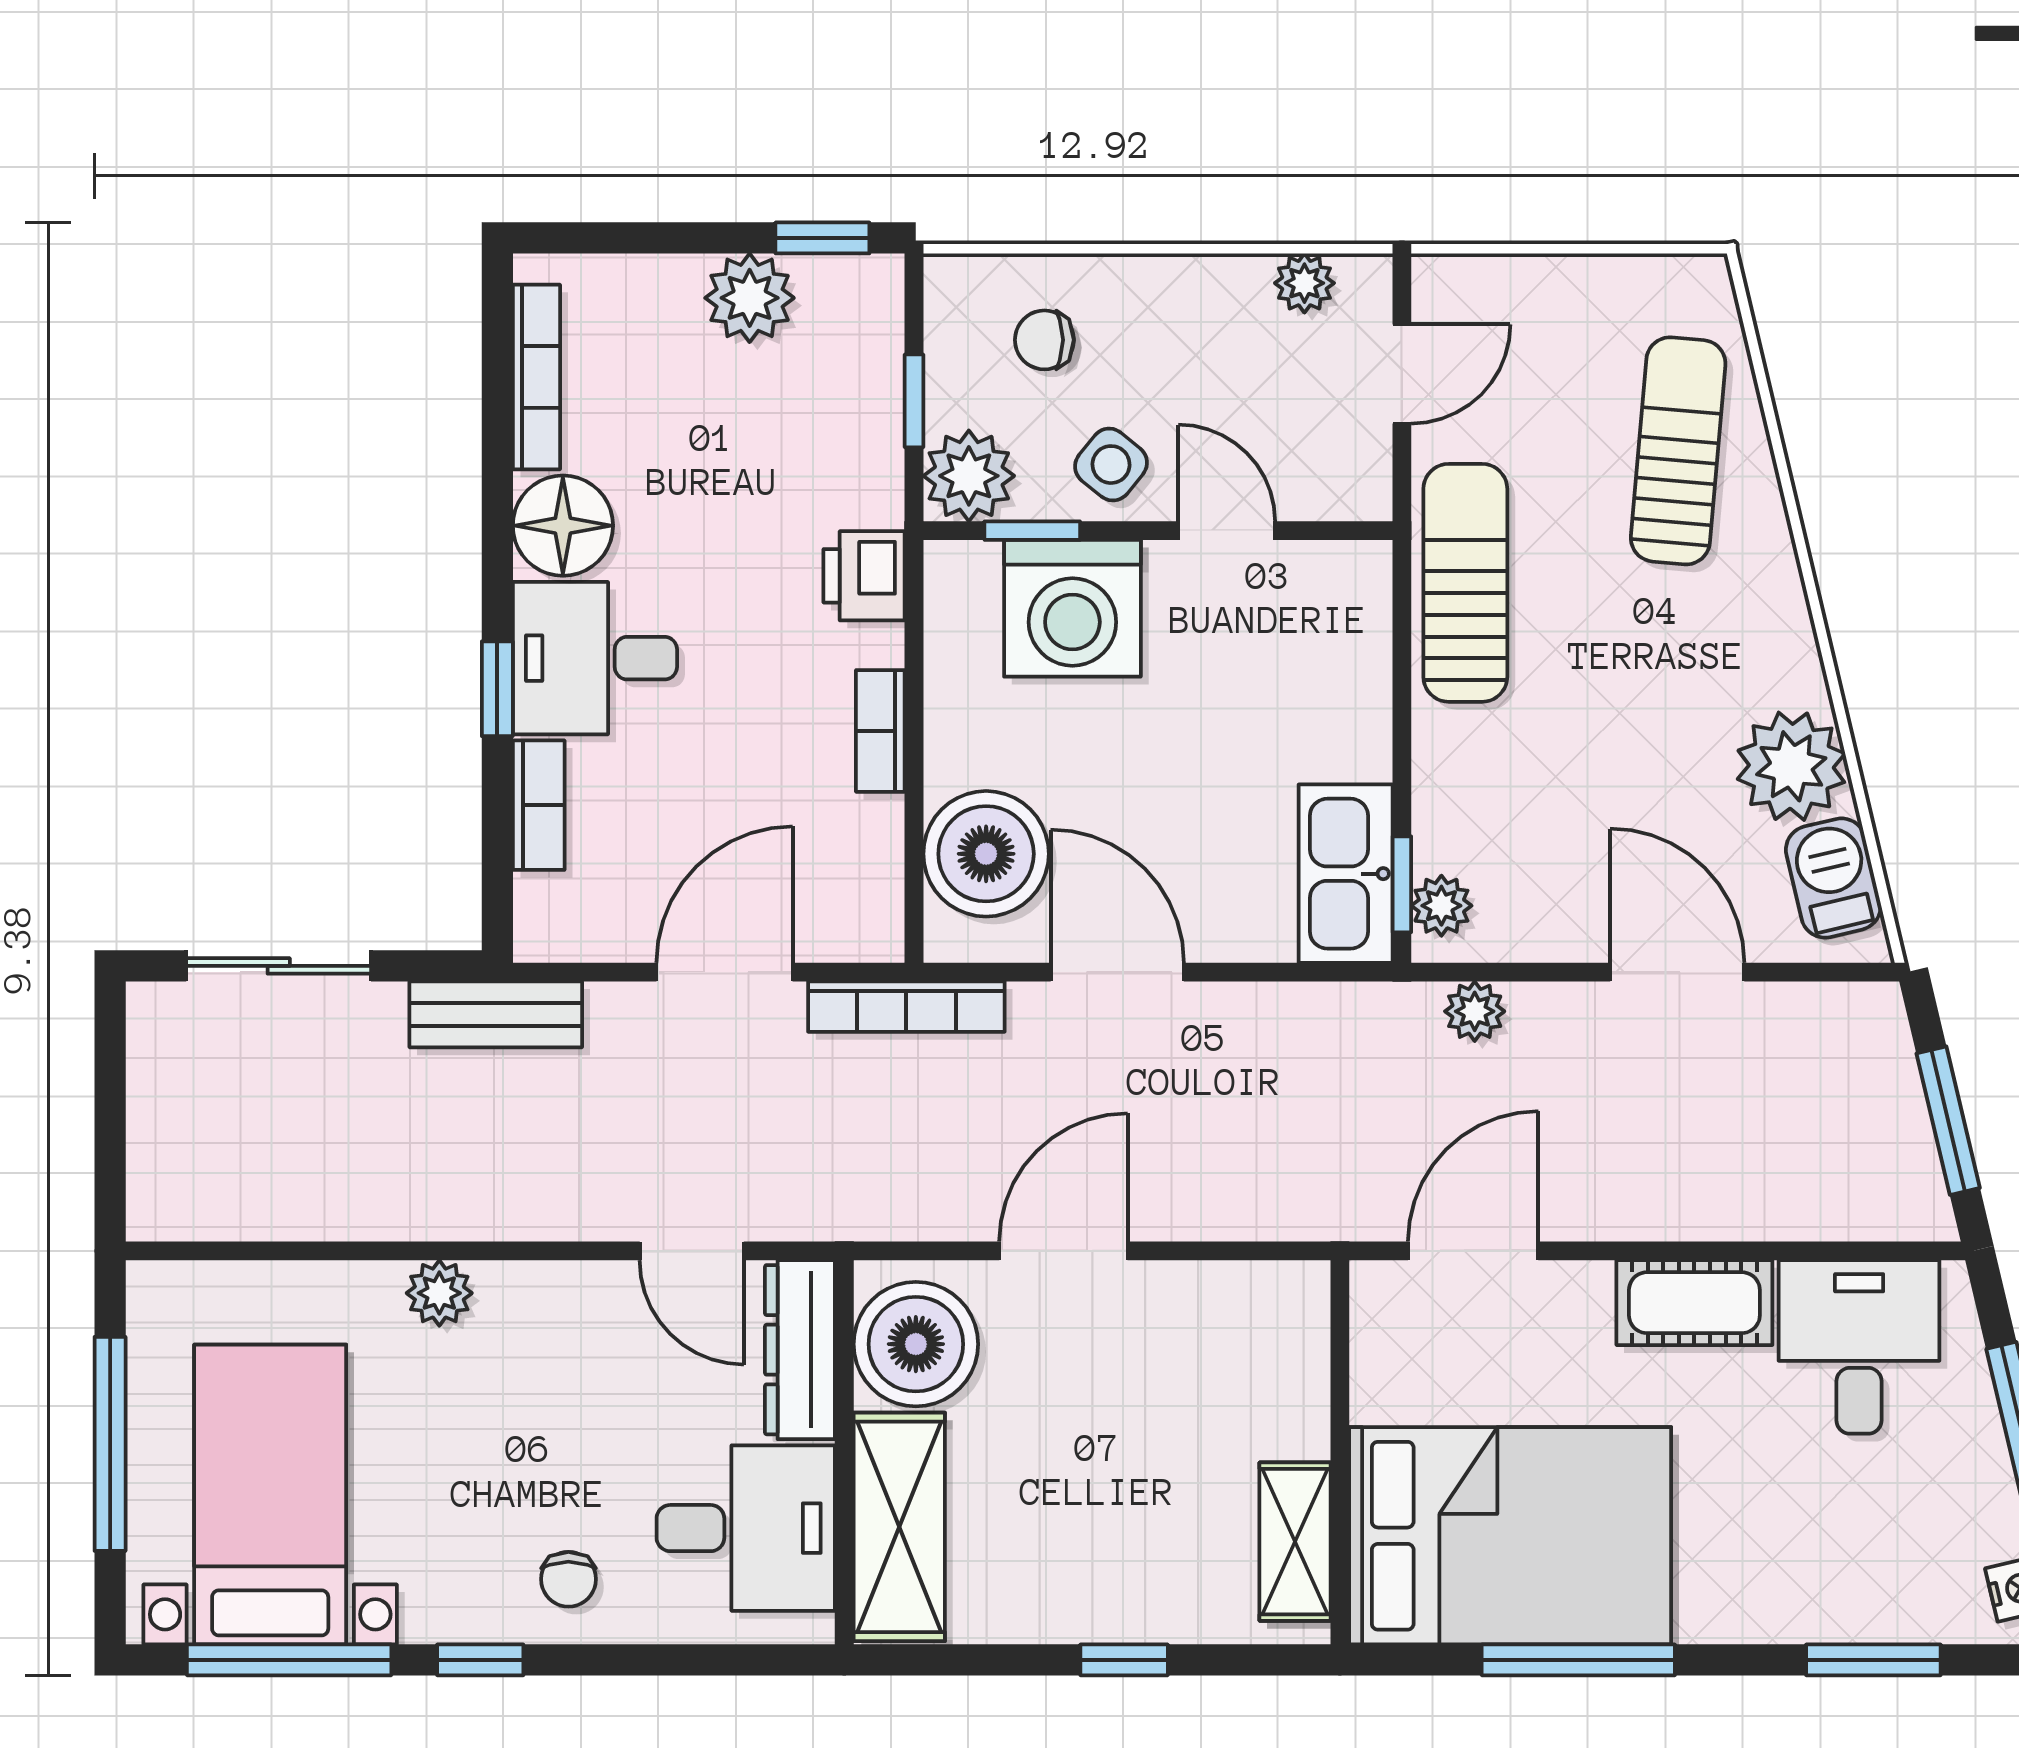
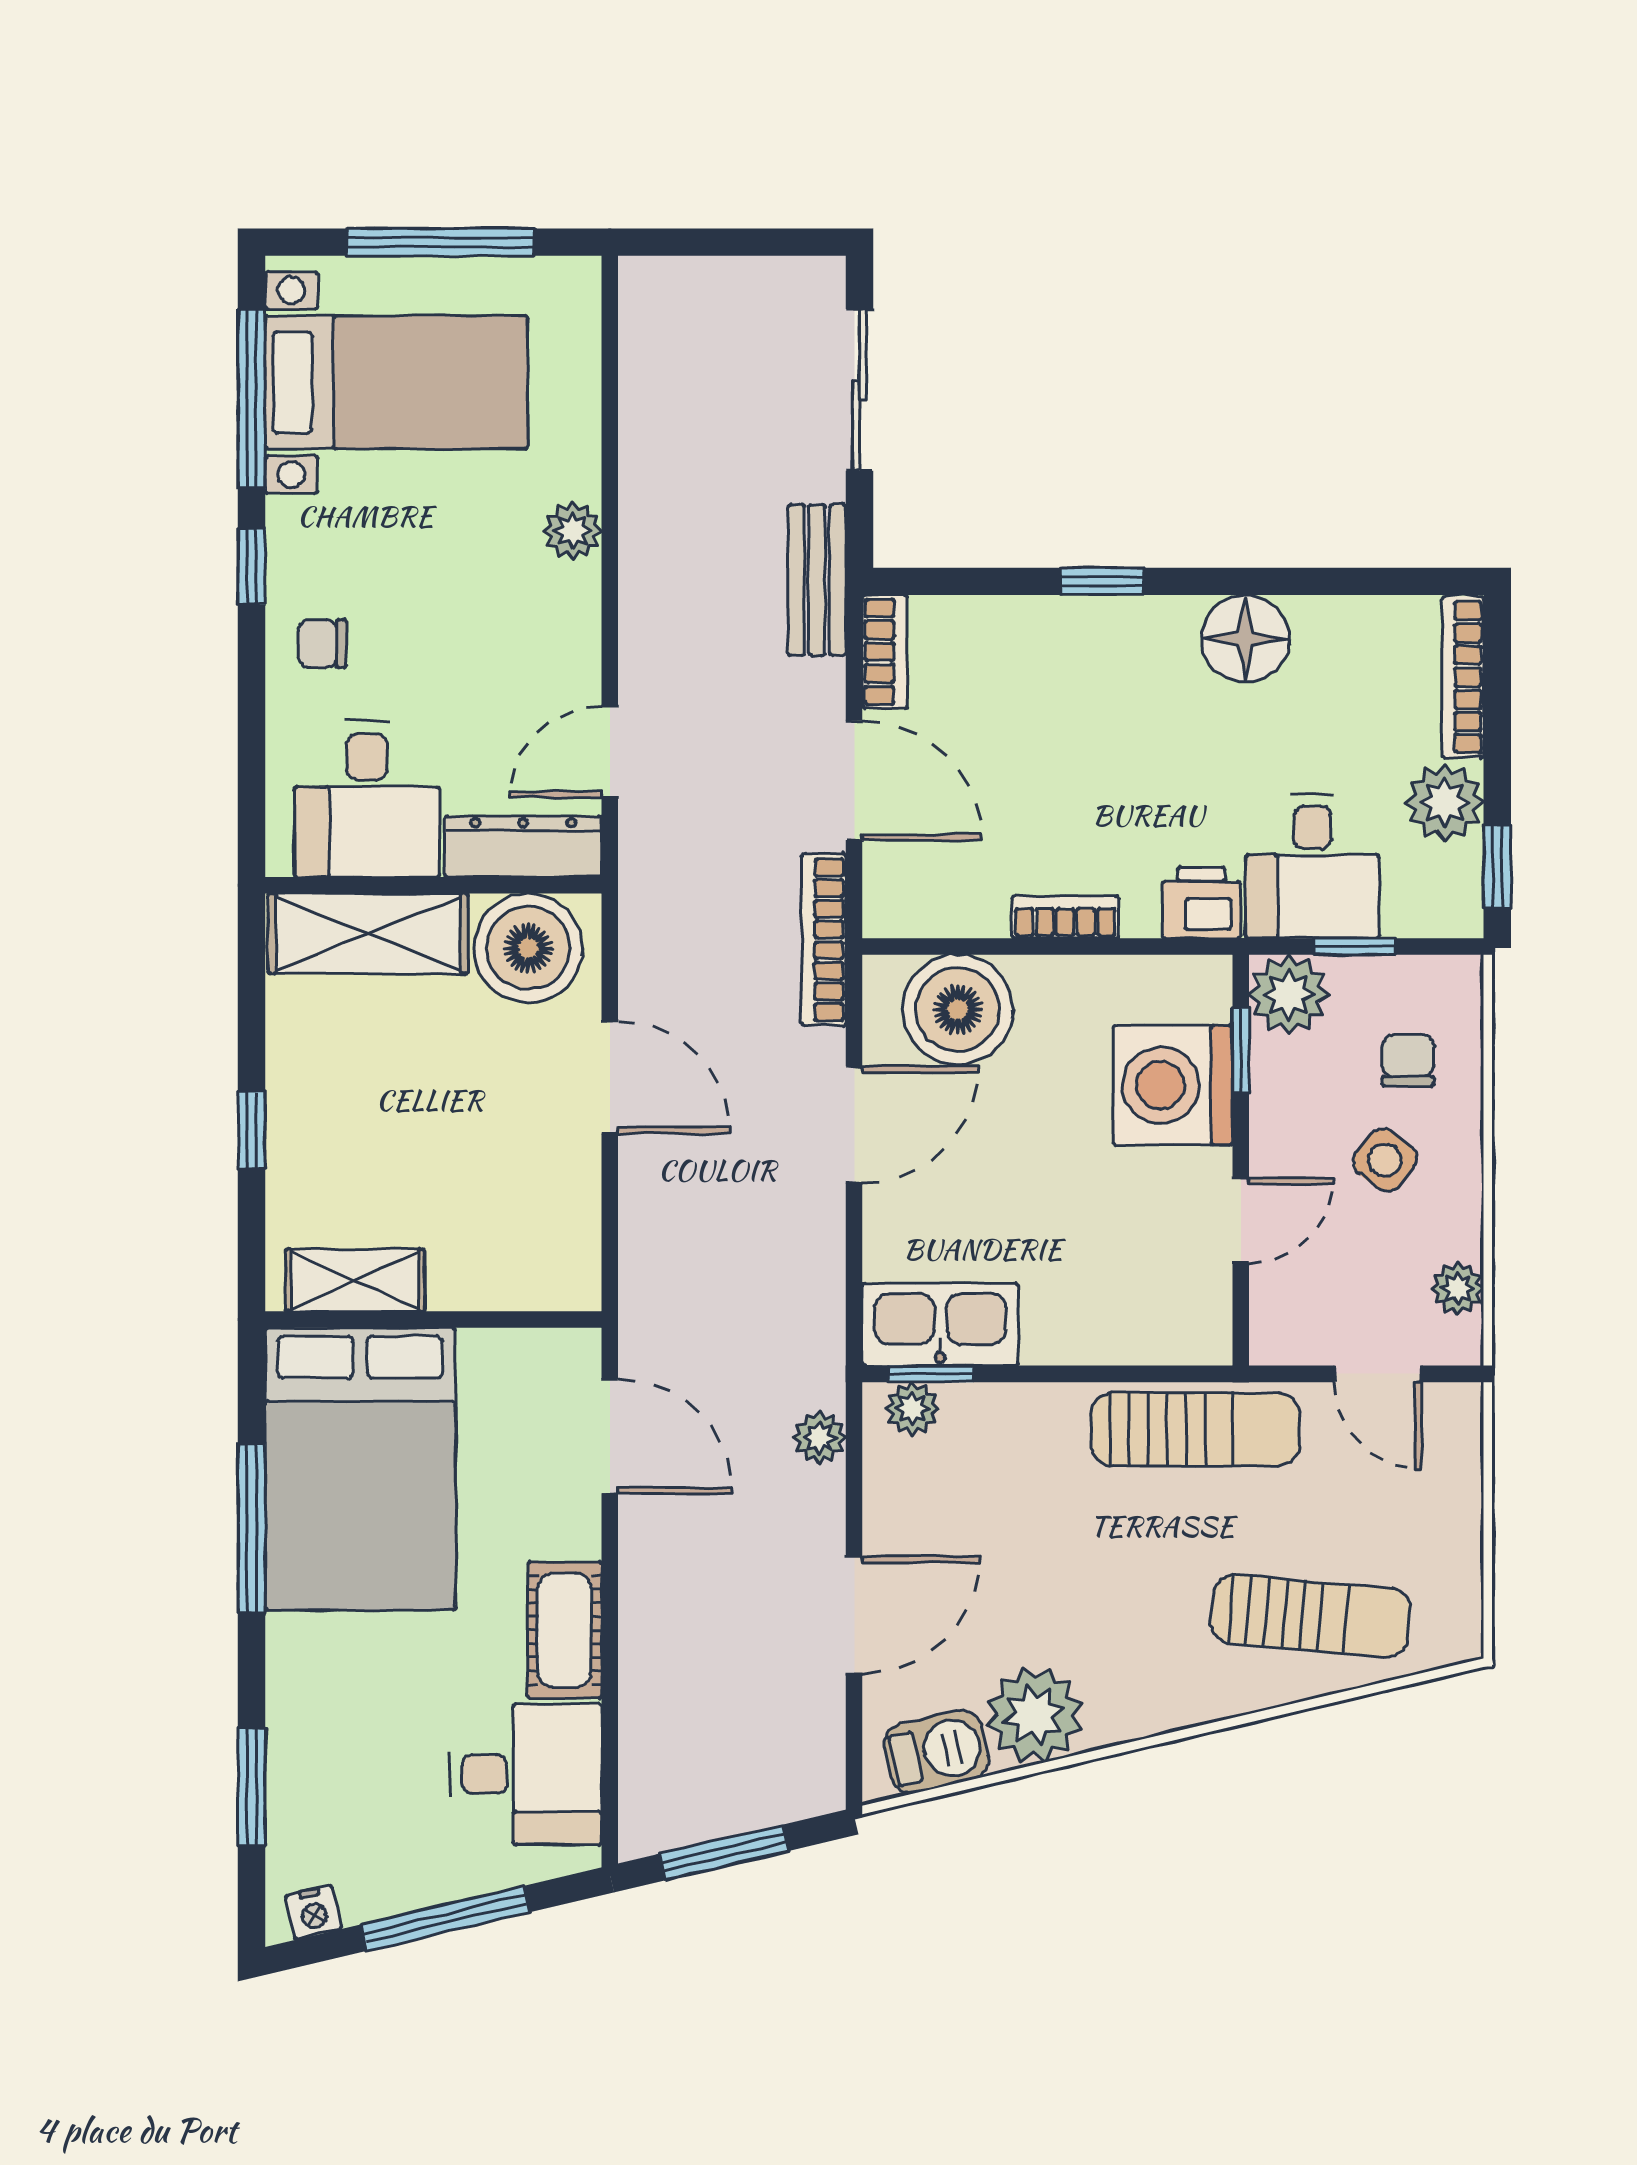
bookcase: (536, 377) -> (1463, 677), moved, turned 90
side table: (1111, 465) -> (1385, 1160), moved
desk: (595, 658) -> (1313, 866), moved, turned 180
bookcase: (539, 805) -> (885, 652), moved, turned -90

